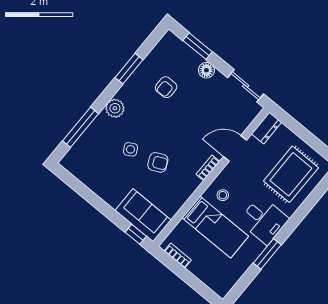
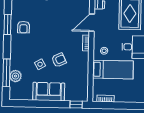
armchair: (166, 87) -> (24, 27), moved
plant: (115, 108) -> (15, 76), moved
sofa: (143, 215) -> (49, 92), moved

